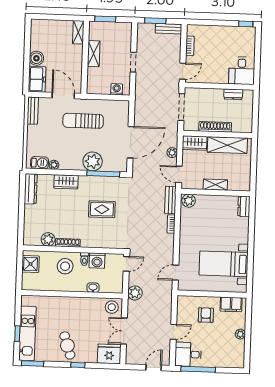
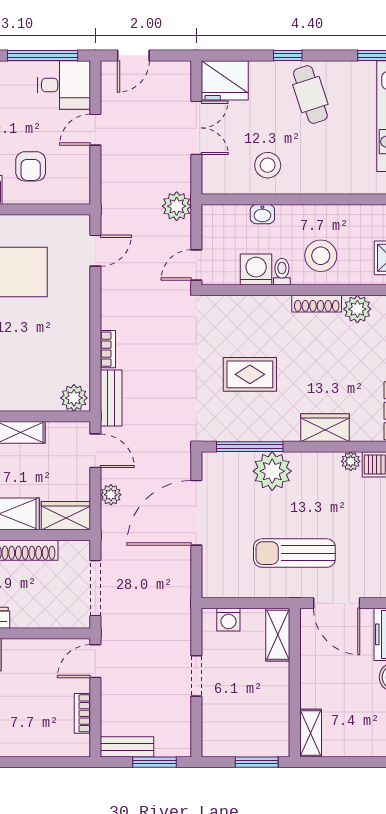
shelving: (94, 54) -> (278, 635), moved
sun lounger: (83, 121) -> (294, 553), turned 180
stool: (112, 307) -> (268, 165), moved

